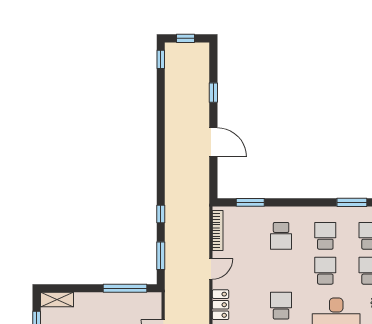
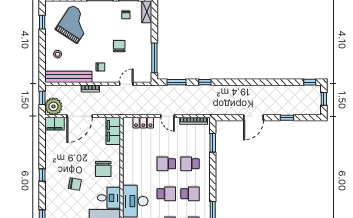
school desk: (281, 306) -> (166, 164), moved, turned 180

